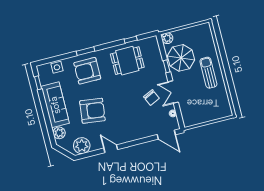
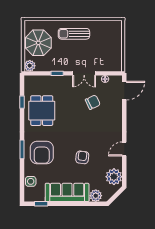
parasol: (181, 58) -> (38, 43), moved
chair: (151, 97) -> (93, 102), moved
armchair: (92, 111) -> (82, 157), width x0.53, depth x0.53

